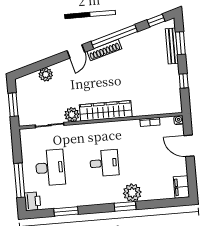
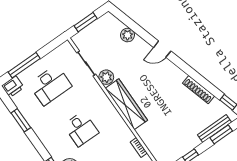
window: (114, 37) -> (194, 75), removed
shoe rack: (104, 50) -> (198, 90), moved

